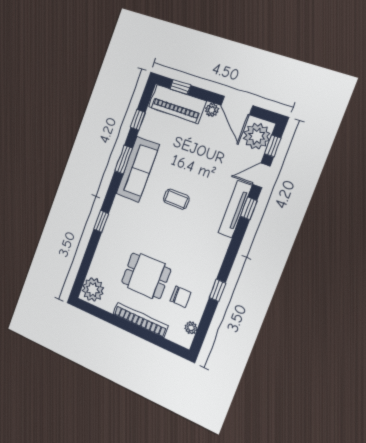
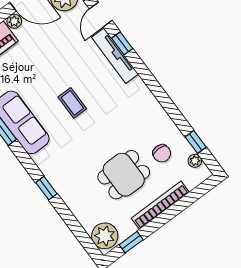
coffee table: (176, 199) -> (72, 103), turned 90
window: (217, 290) -> (196, 142), moved
chair: (180, 297) -> (162, 153), turned 90
window: (100, 313) -> (131, 242), added

